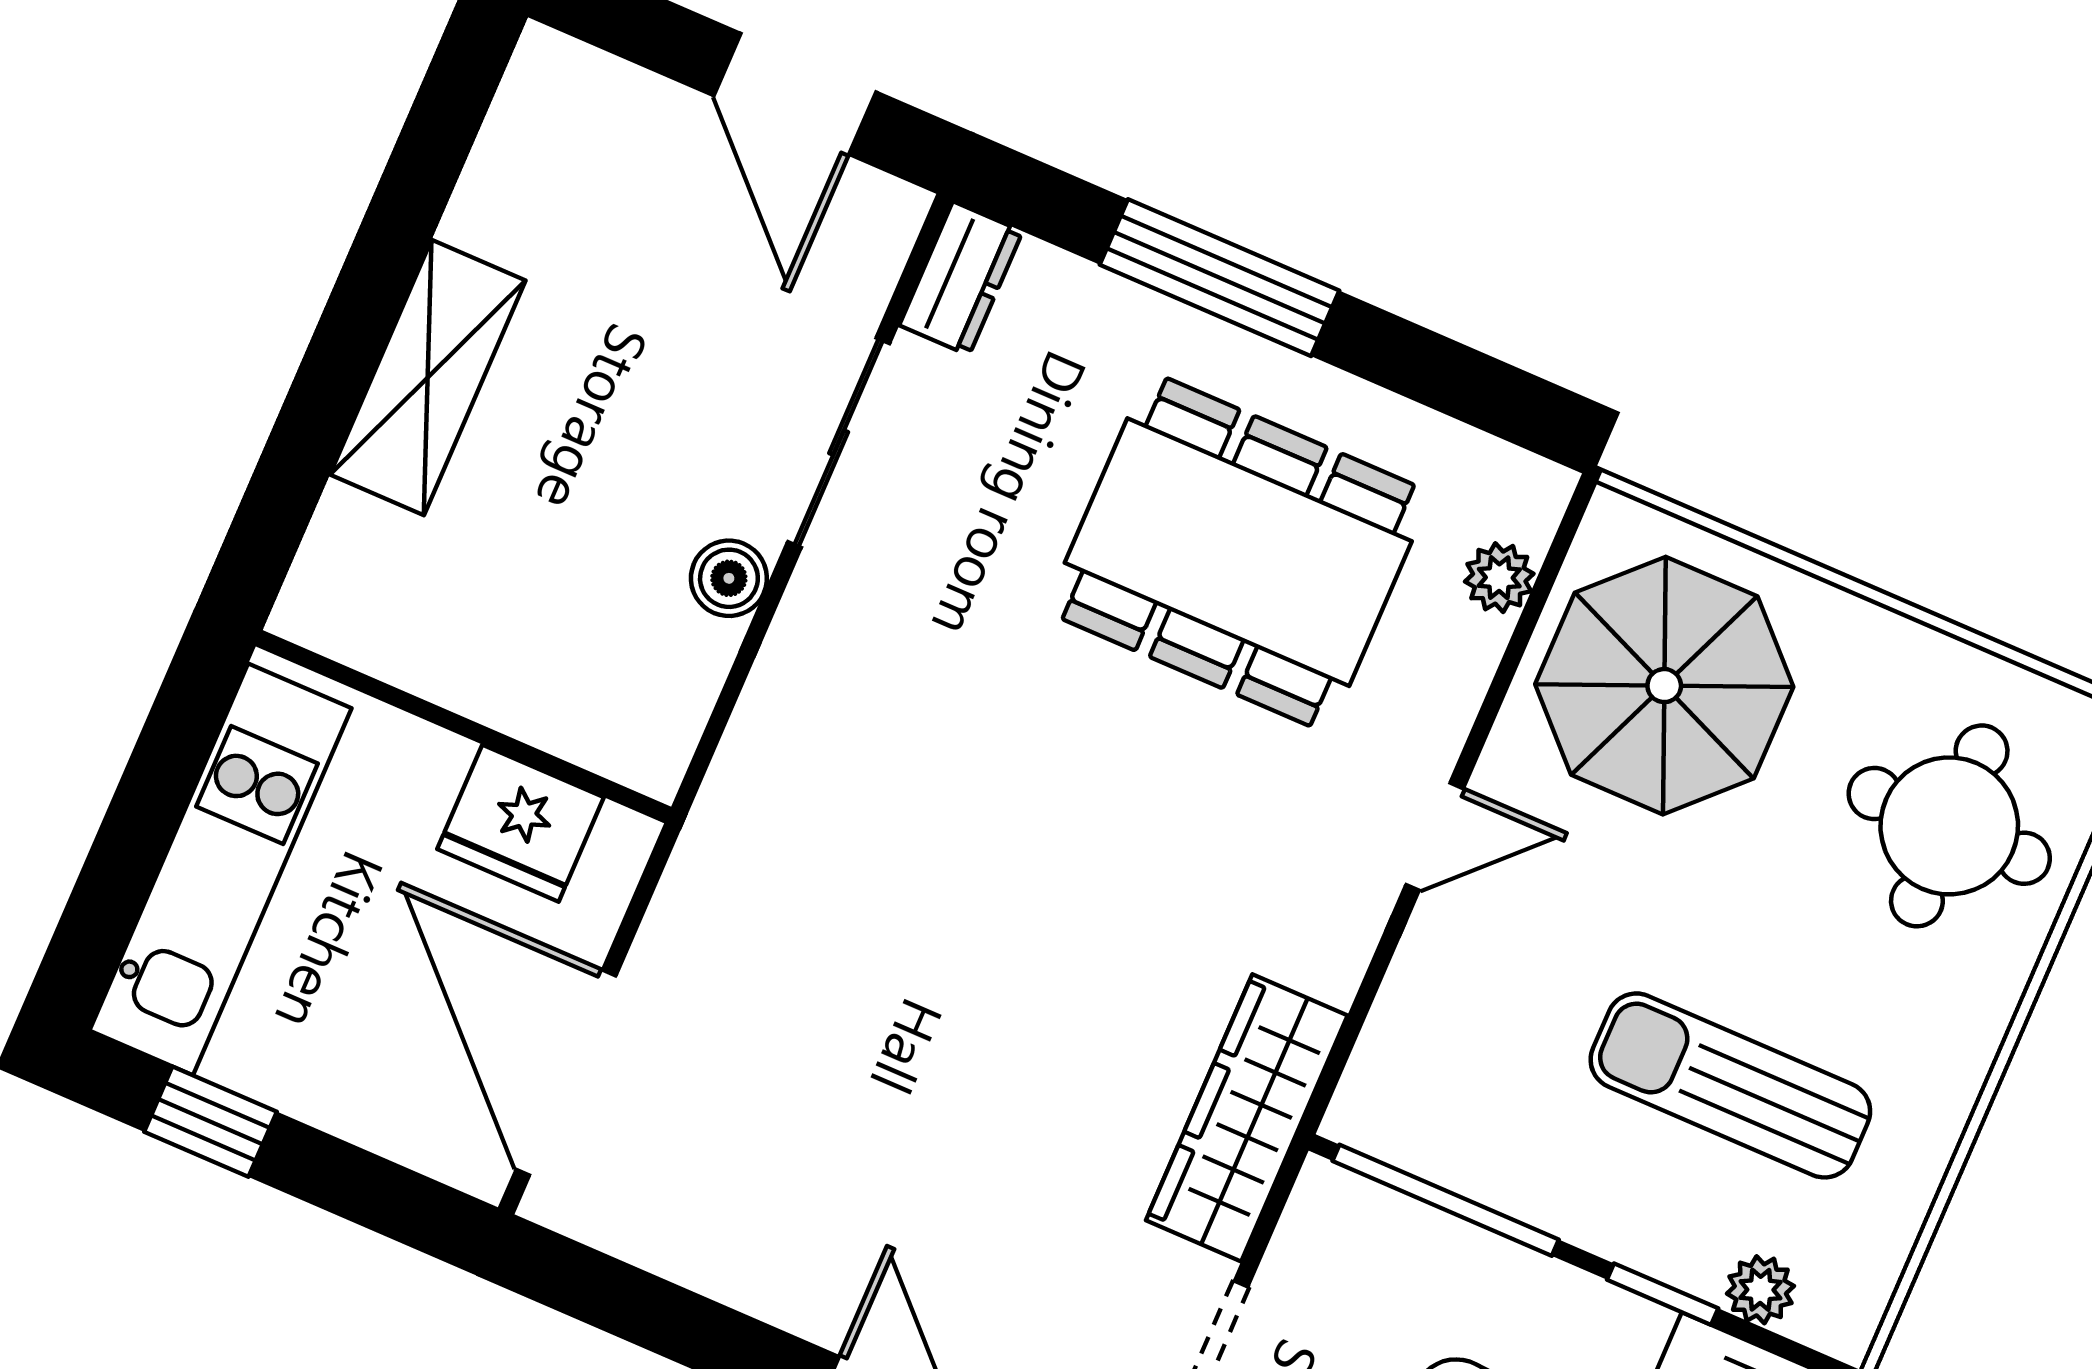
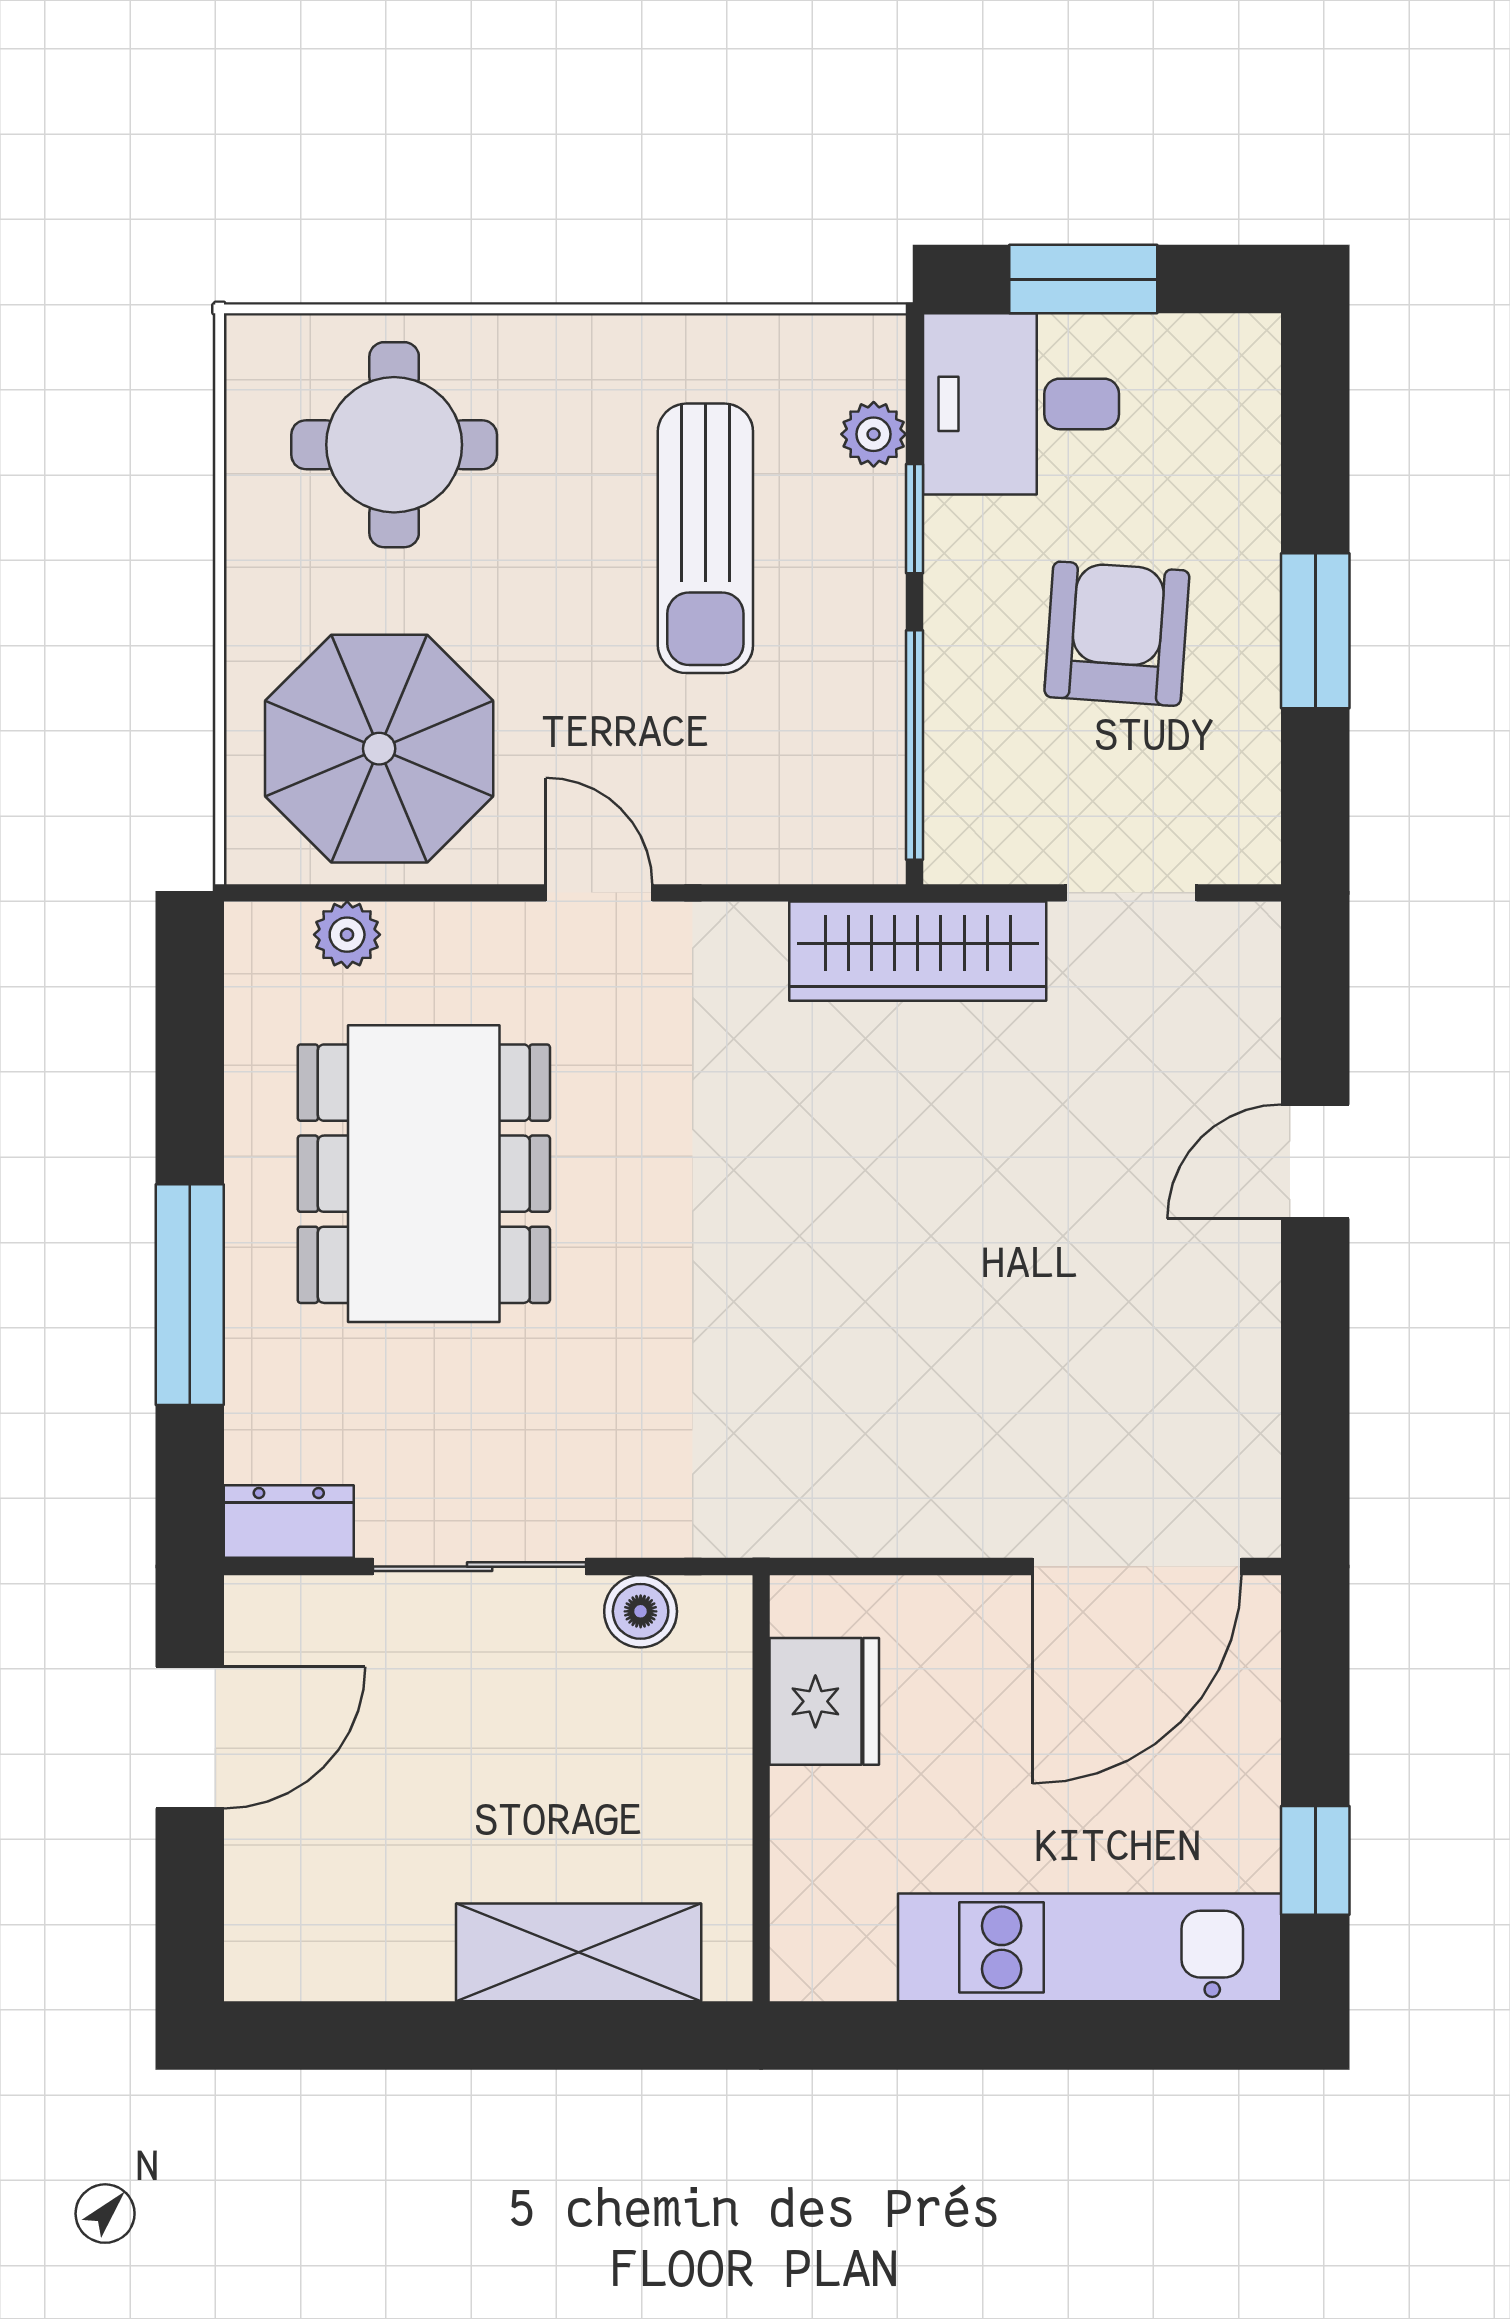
wall: (463, 727) -> (761, 1788), moved
fridge: (520, 823) -> (824, 1701), moved

